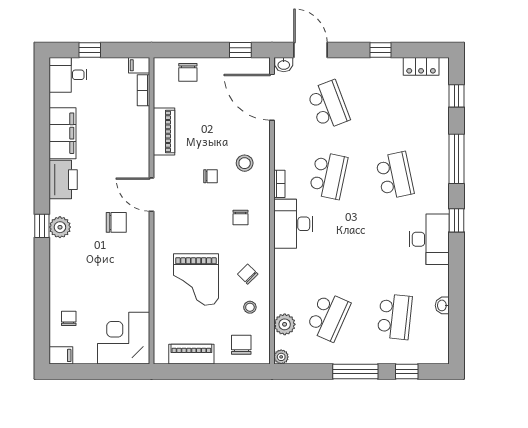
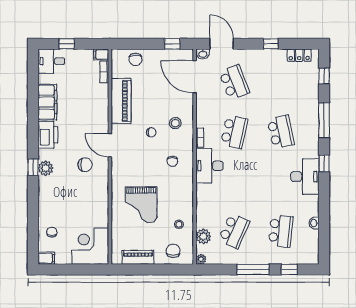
piano: (164, 132) -> (121, 101), width x1.37, depth x1.33
chair: (248, 274) -> (177, 201), removed

